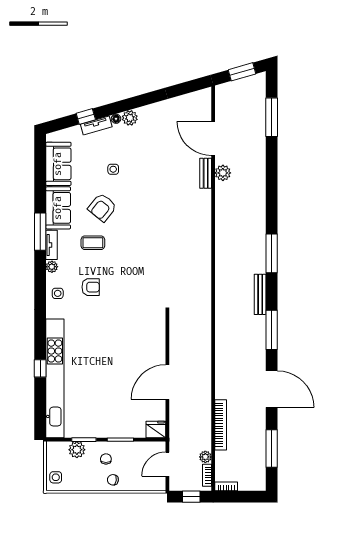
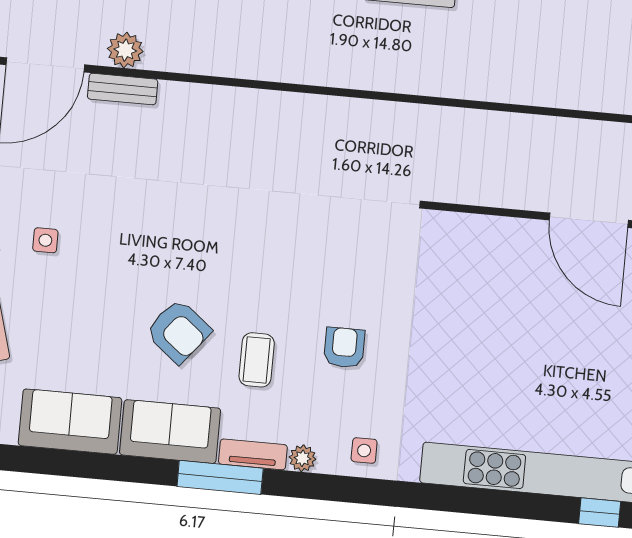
side table: (113, 169) -> (45, 240), moved
armchair: (91, 287) -> (344, 348), moved
window: (40, 368) -> (600, 513), moved

